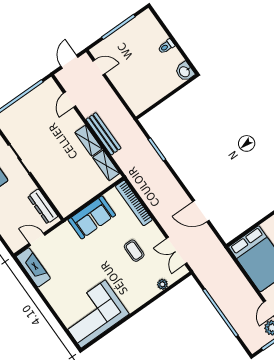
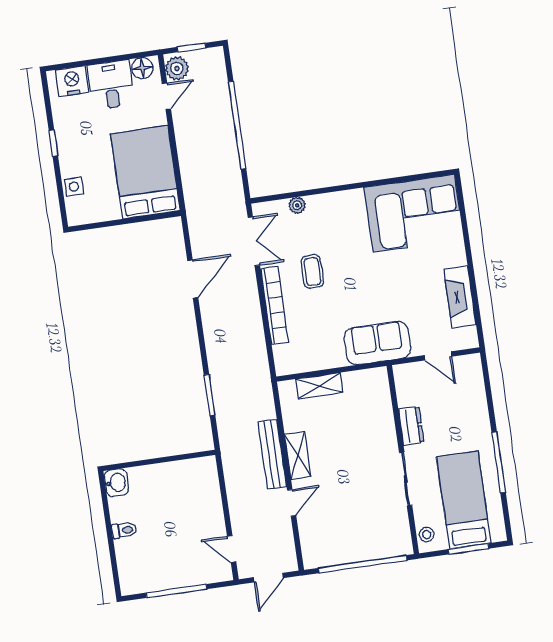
door: (70, 100) -> (292, 503), moved
shelving: (106, 165) -> (319, 386), moved, turned 90
bookcase: (134, 203) -> (275, 305), moved
dresser: (43, 206) -> (411, 426), moved, width x0.70
door: (201, 211) -> (193, 279), hinge flipped
sofa: (92, 217) -> (377, 343), moved
fireplace: (33, 267) -> (460, 297), moved

